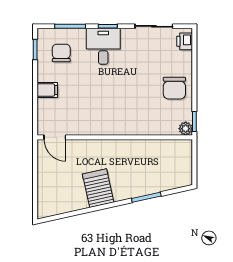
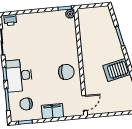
desk: (103, 46) -> (19, 76), width x1.37
chair: (174, 88) -> (66, 72), moved
filing cabinet: (47, 90) -> (52, 111), width x2.00

